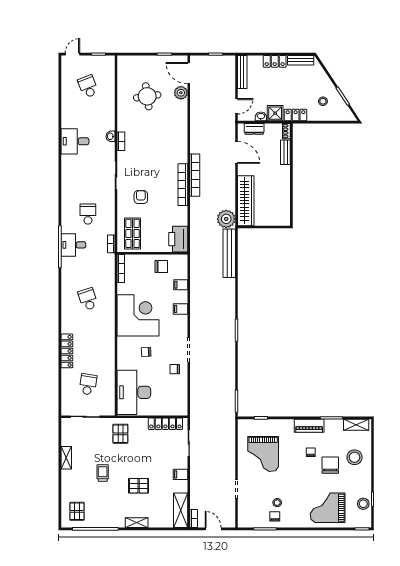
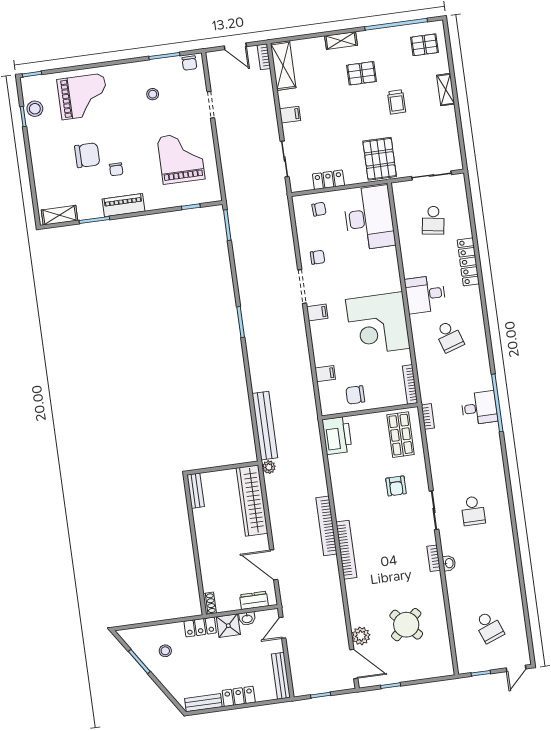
round table: (147, 96) -> (406, 625), turned -34
desk: (75, 141) -> (425, 294), moved, turned 180
bench: (285, 152) -> (196, 491), moved
bookcase: (183, 185) -> (346, 550), moved
school desk: (88, 214) -> (473, 511), moved
plant: (226, 219) -> (269, 467), width x0.53, depth x0.53
filing cabinet: (180, 309) -> (317, 312), moved
chair: (146, 352) -> (319, 209), moved
locker: (165, 424) -> (328, 180), width x0.66
pallet: (120, 434) -> (380, 159), width x1.50, depth x1.42
stool: (354, 457) -> (56, 171), removed
shelving: (66, 458) -> (446, 90), moved
chair: (330, 465) -> (87, 155), turned -90
pallet: (139, 486) -> (361, 73), moved
pallet: (77, 511) -> (424, 45), turned 90
chair: (275, 516) -> (189, 63), moved

